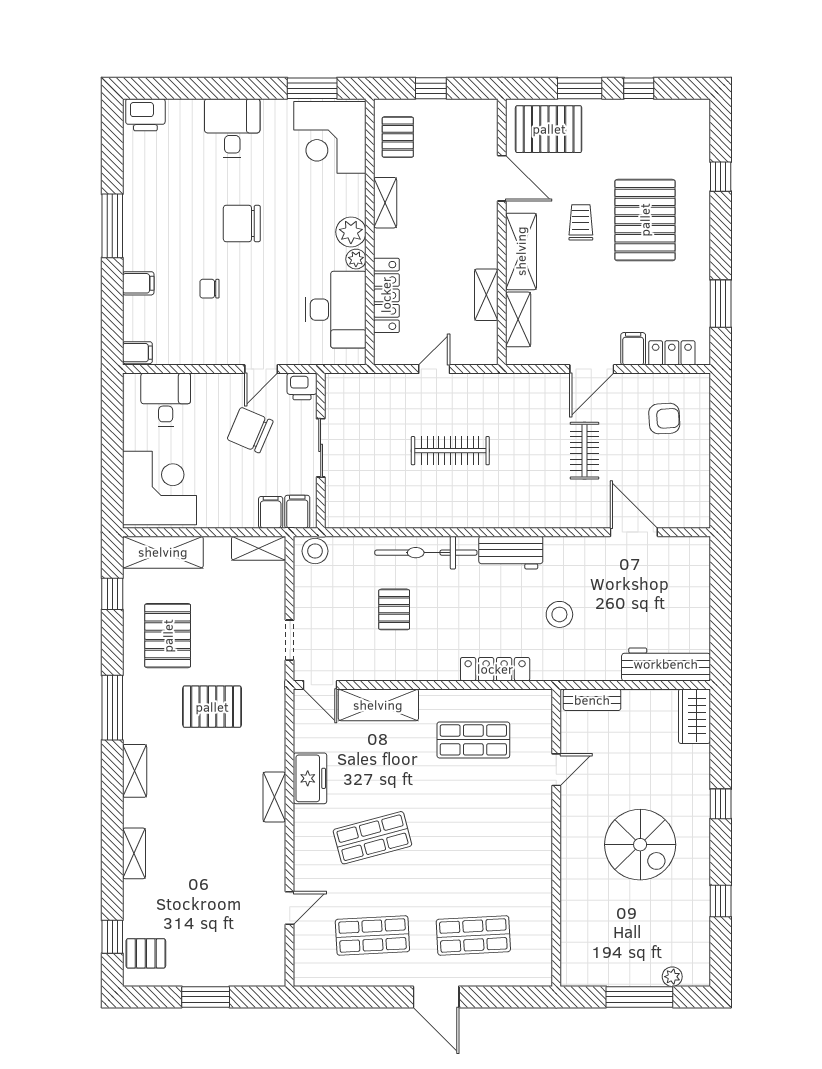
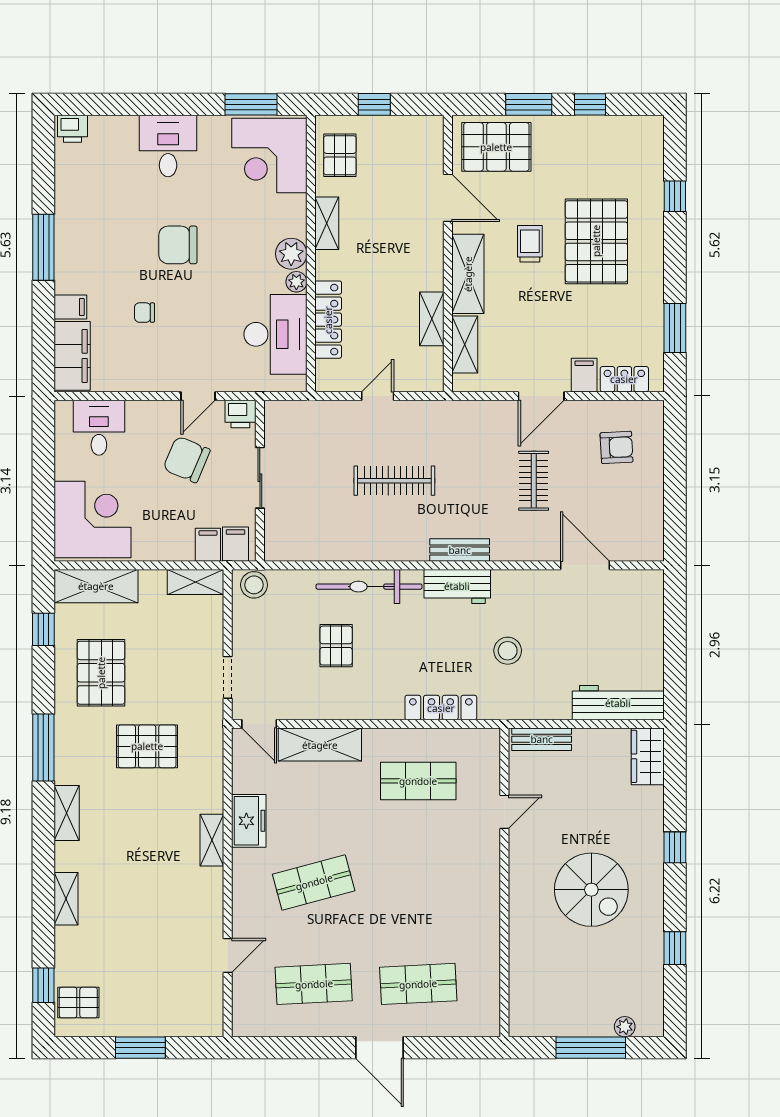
printer: (145, 115) -> (73, 129), width x0.73, depth x0.81
filing cabinet: (137, 353) -> (72, 356), width x3.00, depth x1.17
bench: (513, 517) -> (460, 550), added

